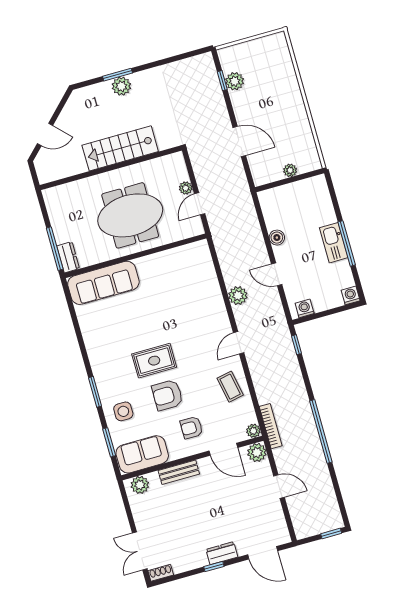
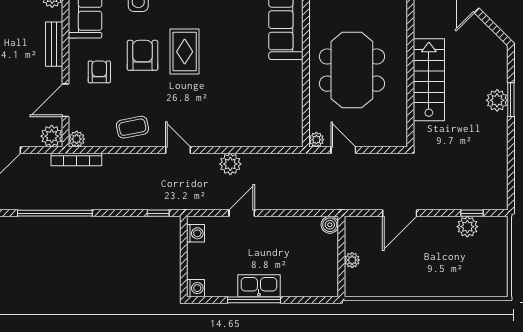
plant: (186, 188) -> (316, 140), moved
boiler: (277, 238) -> (330, 225), moved

